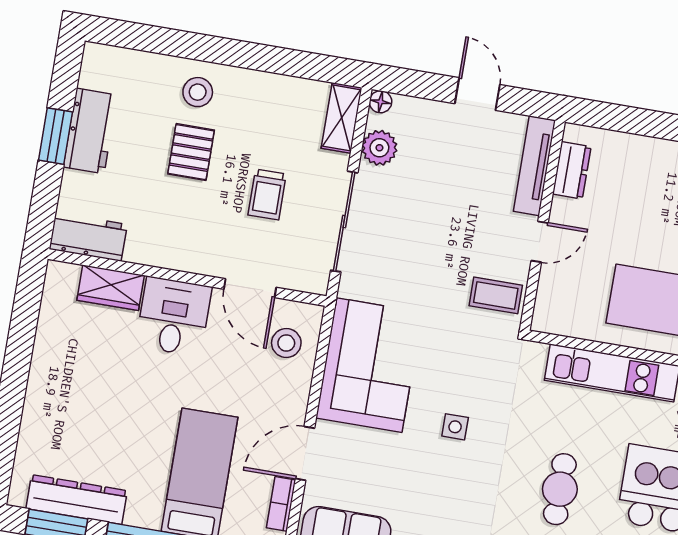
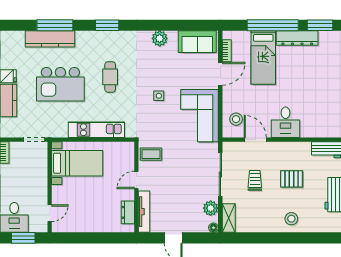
pallet: (191, 152) -> (292, 179), moved, turned 90
wardrobe: (111, 288) -> (314, 130), removed
dresser: (77, 500) -> (297, 38), moved

